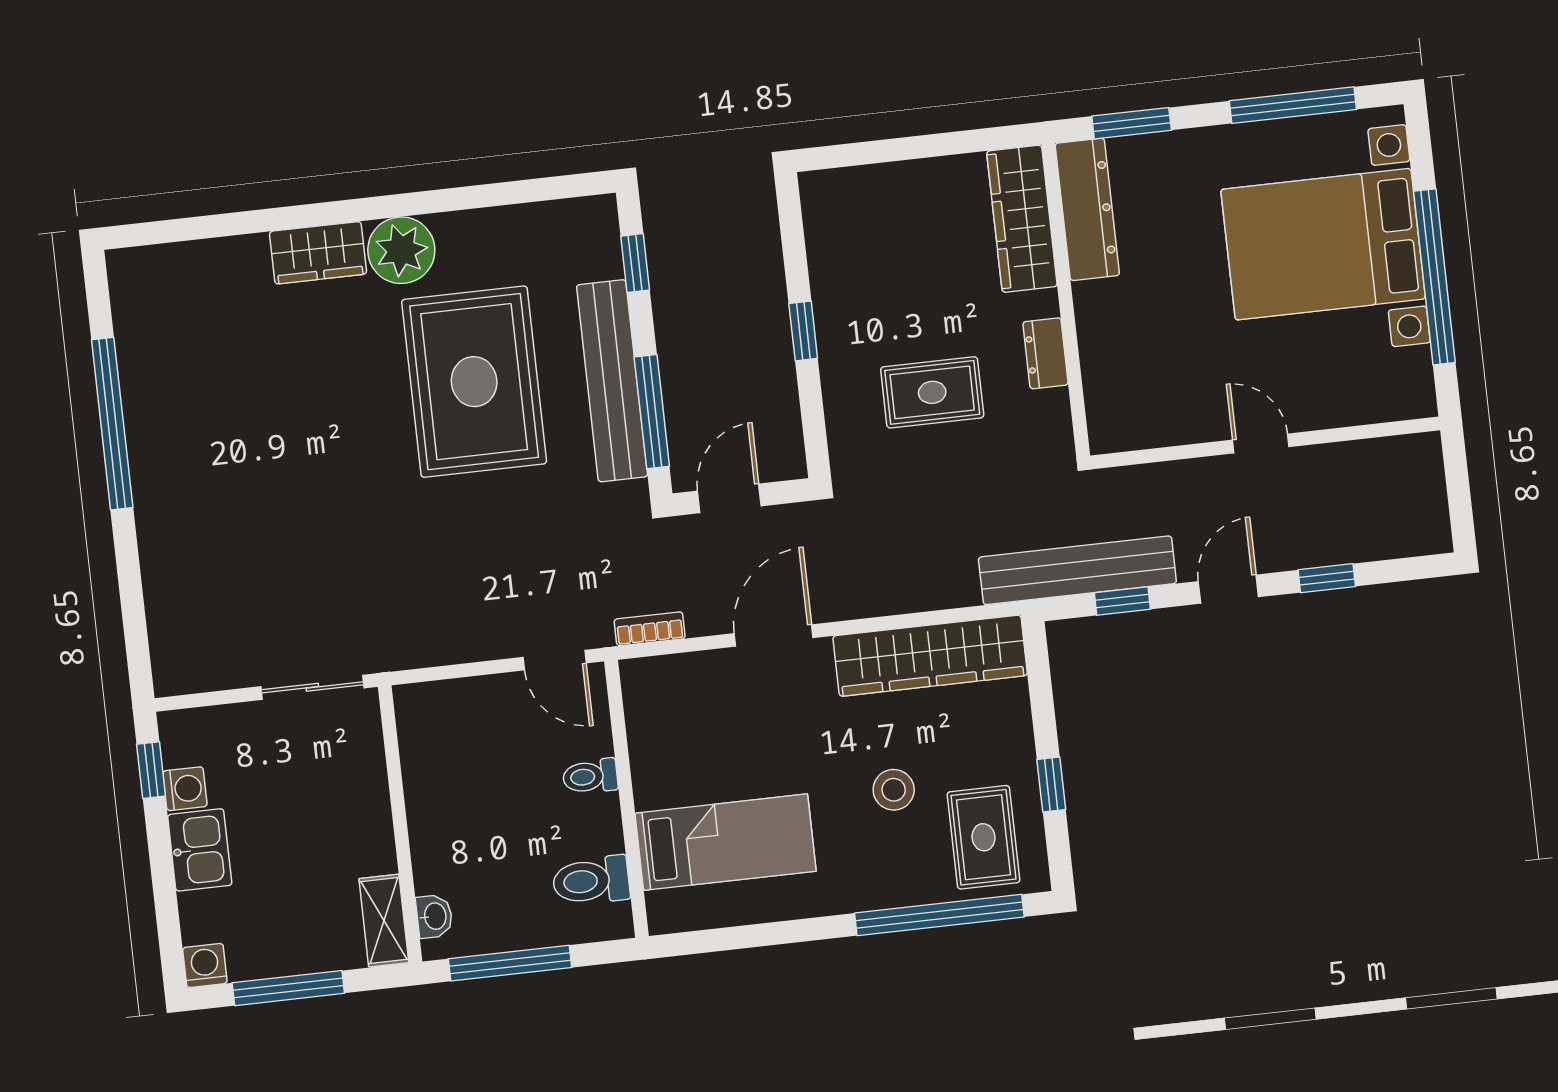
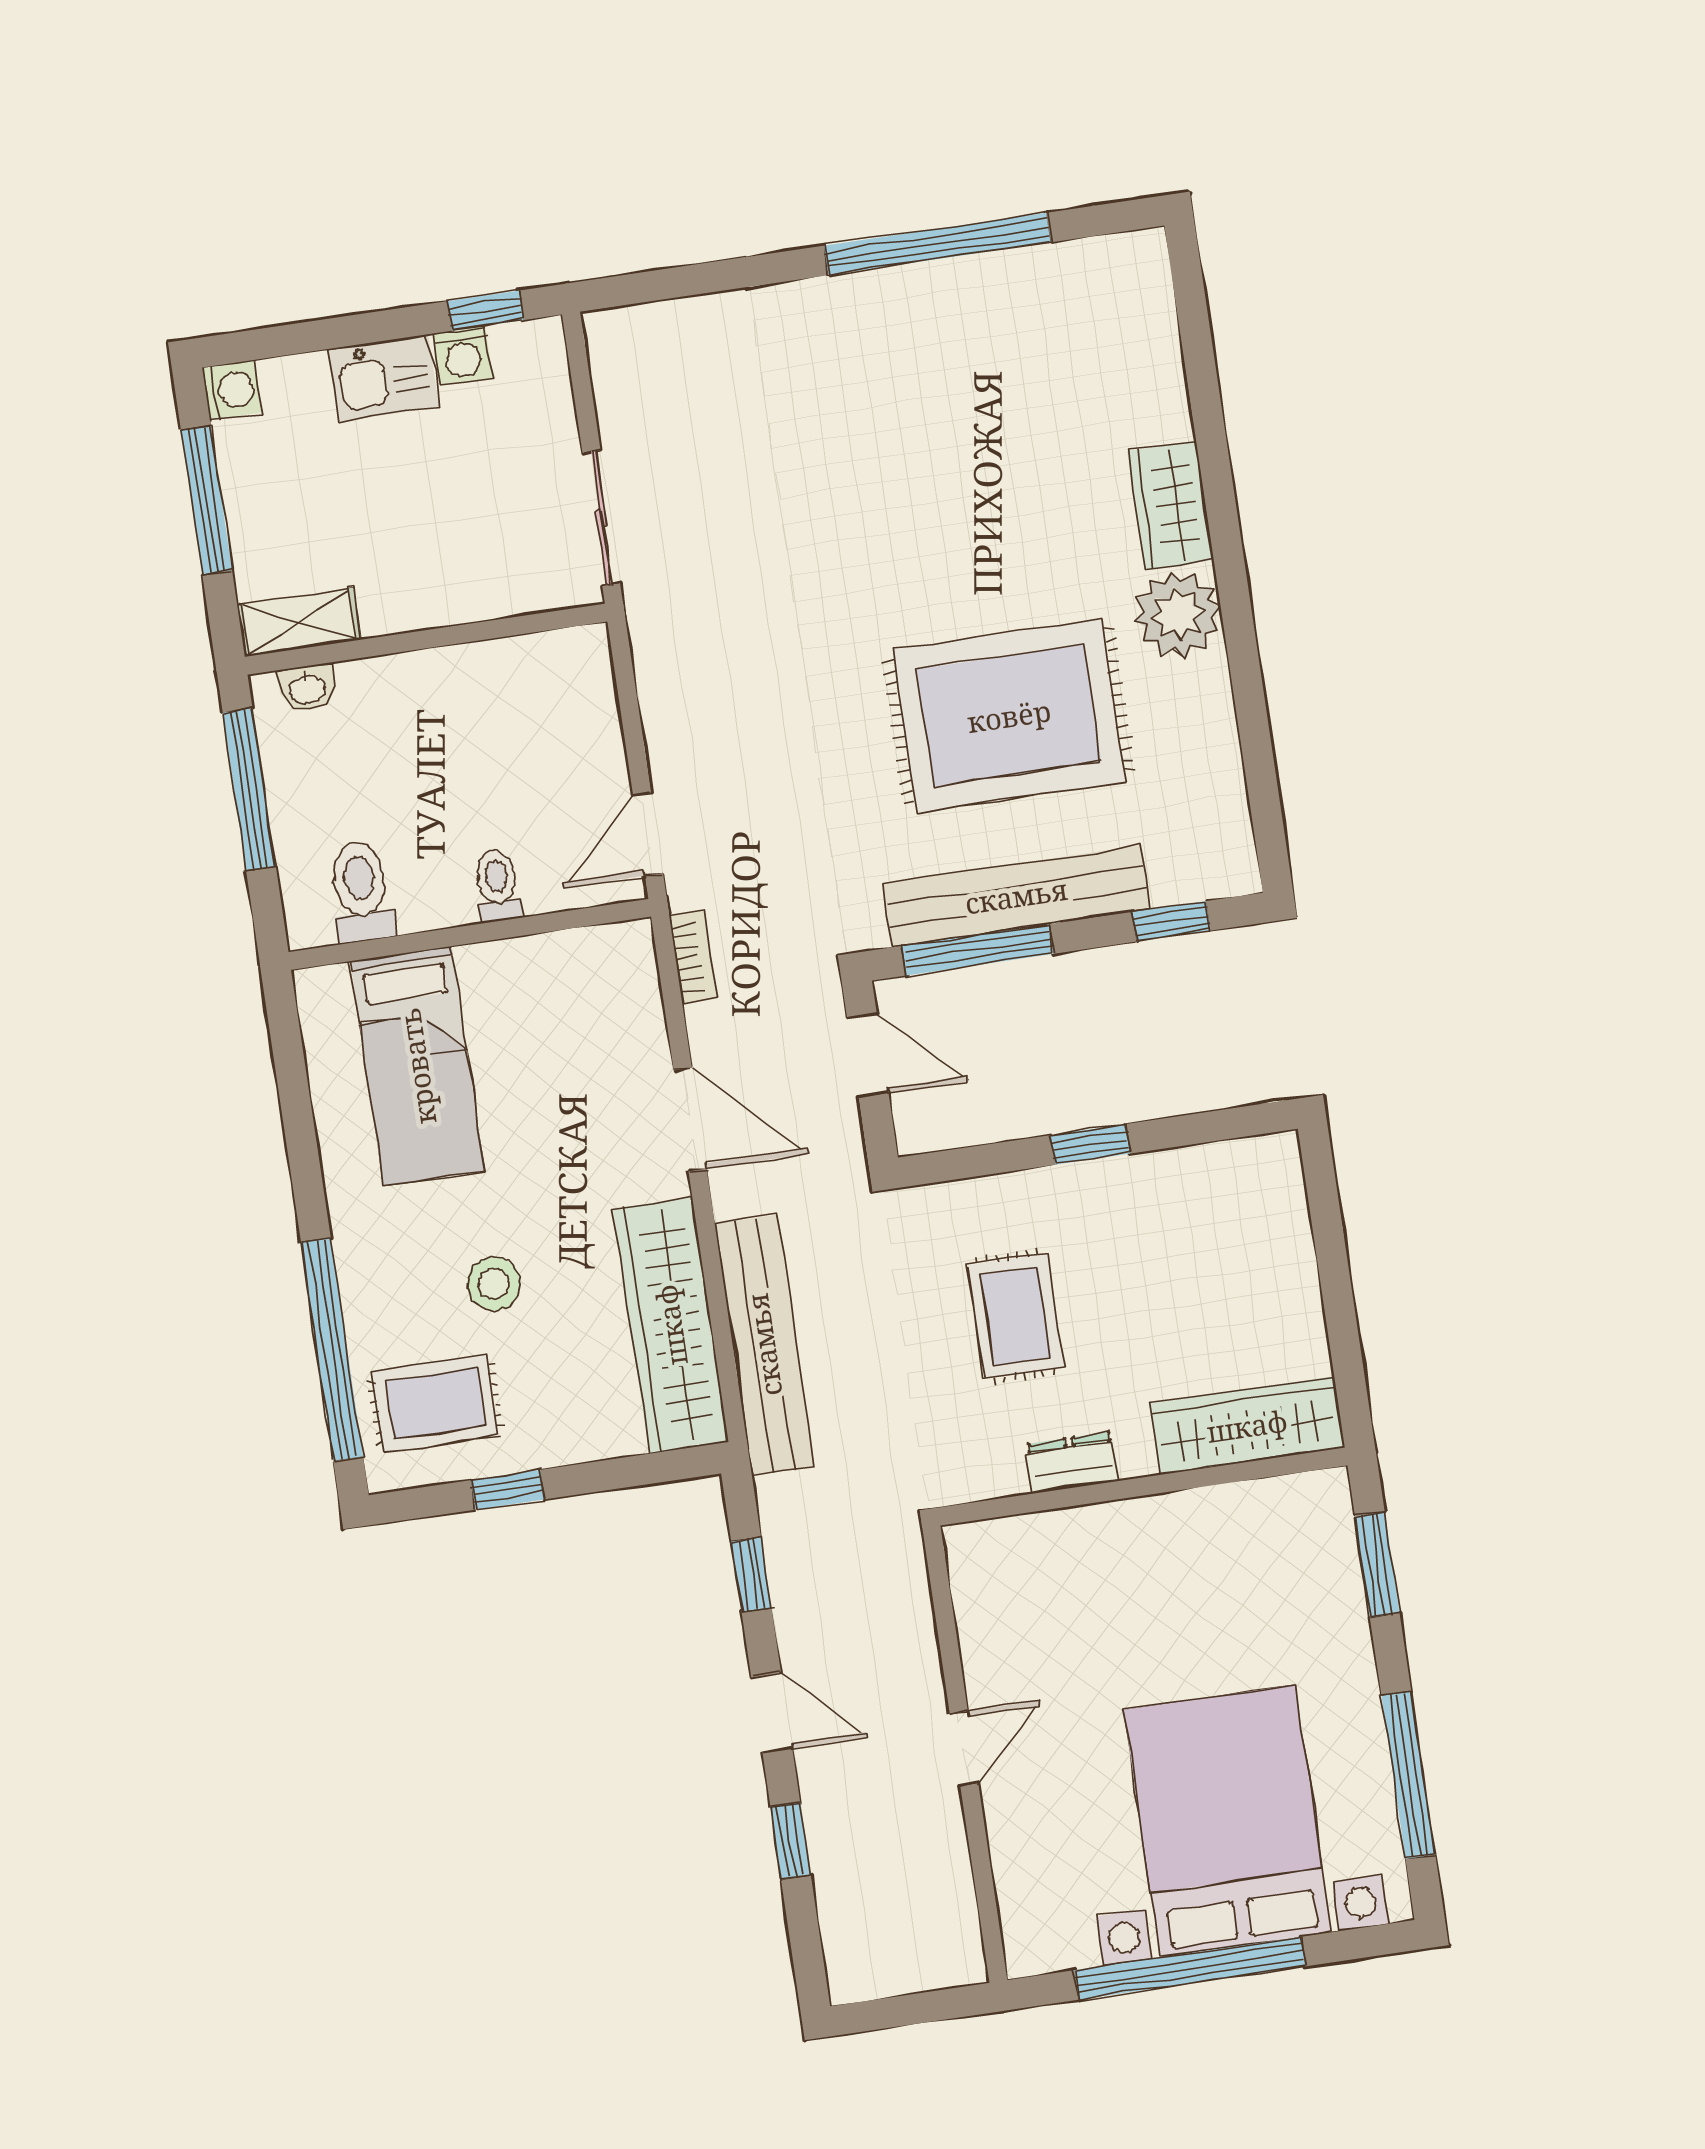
dresser: (1087, 209) -> (1262, 1511), removed
bench: (1077, 570) -> (764, 1345), moved

